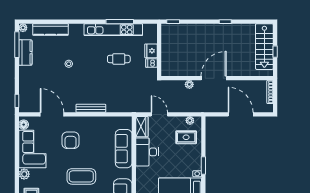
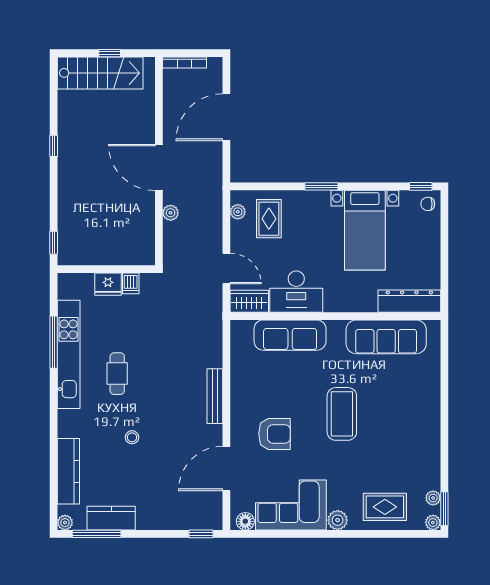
cafe table: (119, 59) -> (117, 374), moved
door: (159, 114) -> (226, 269), swing flipped

